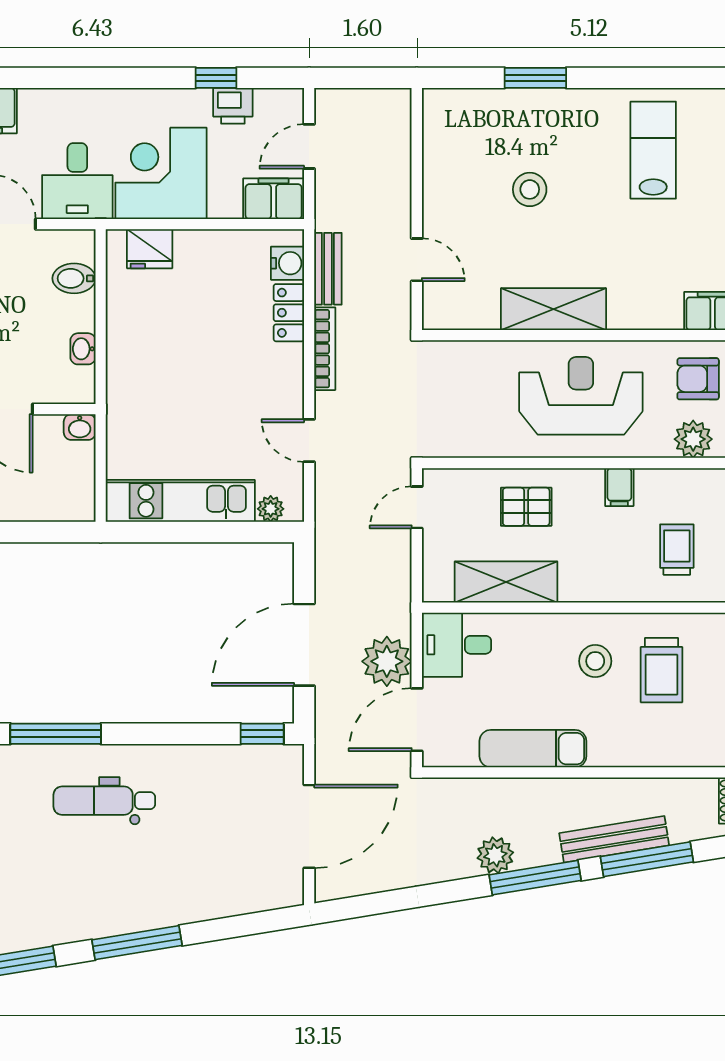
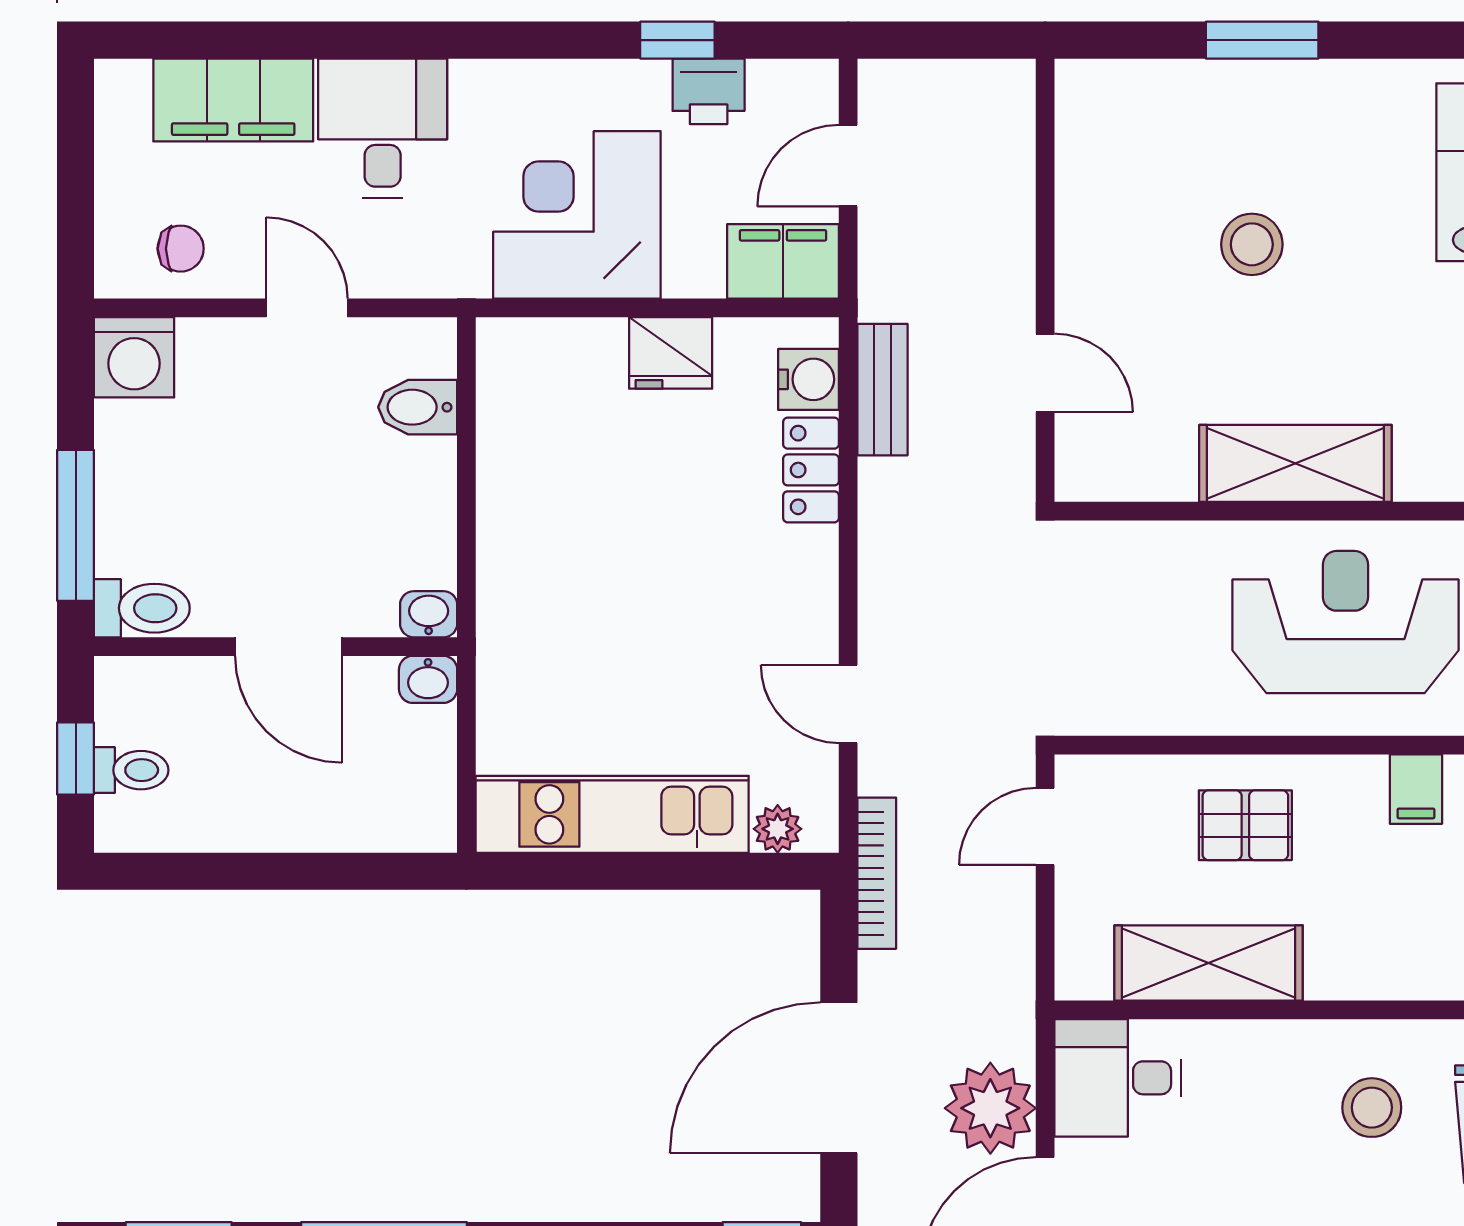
desk: (77, 181) -> (383, 128), moved, turned 180
fridge: (150, 249) -> (671, 353), moved
washbasin: (83, 349) -> (429, 614), moved, turned 90
bookcase: (325, 349) -> (877, 873), moved

